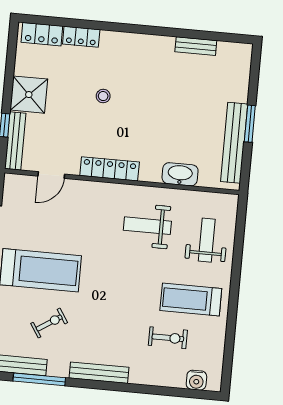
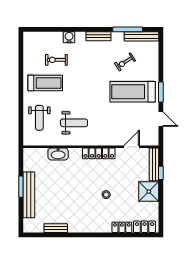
bench: (234, 143) -> (29, 195), moved
bench: (99, 373) -> (98, 36), width x0.73
water cooler: (196, 380) -> (69, 37), moved

